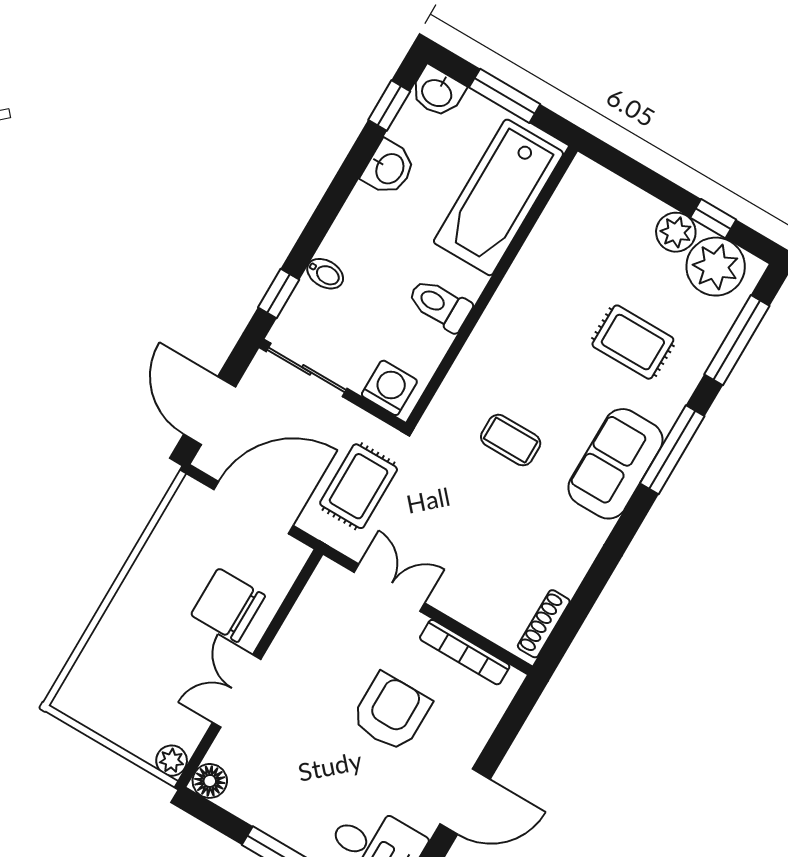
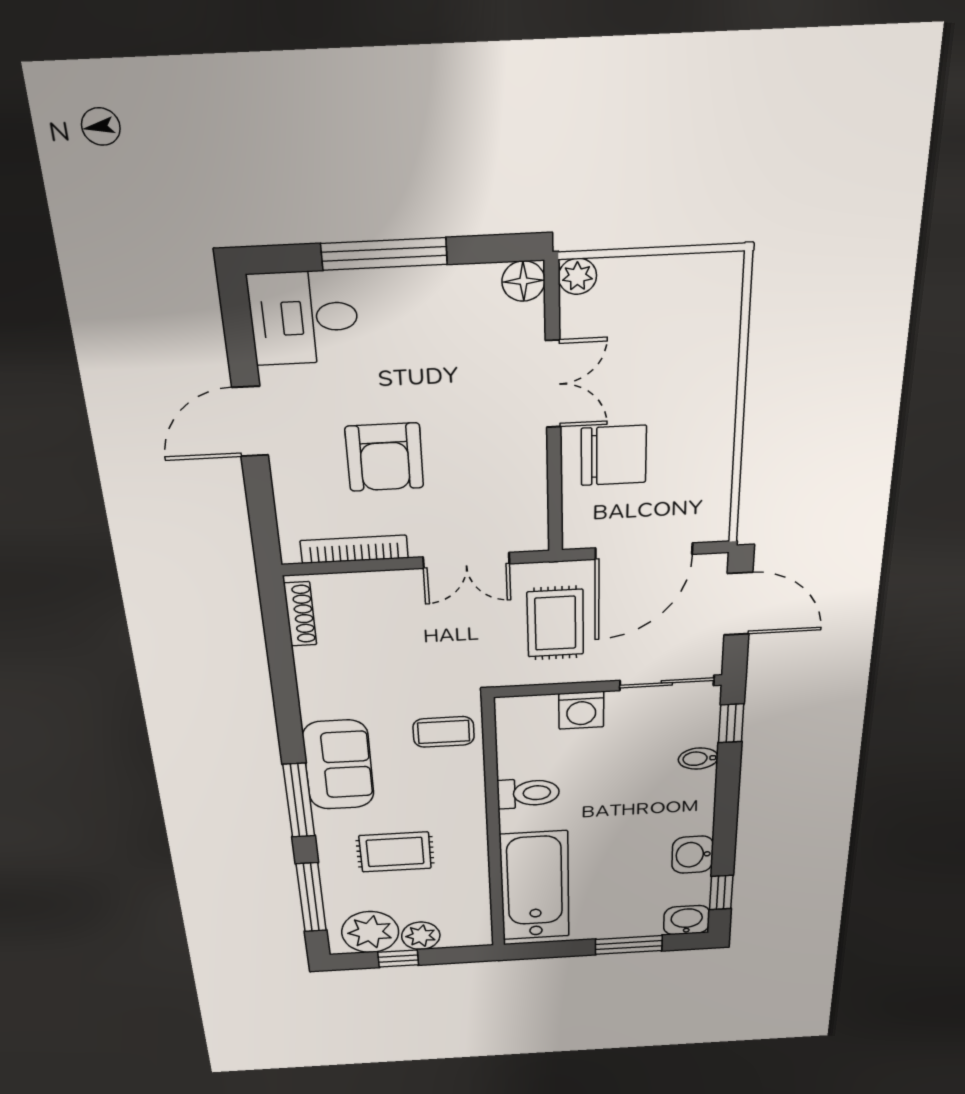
bathtub: (498, 197) -> (535, 886), moved
wall: (492, 287) -> (493, 828), moved
toilet: (440, 305) -> (528, 793), moved

